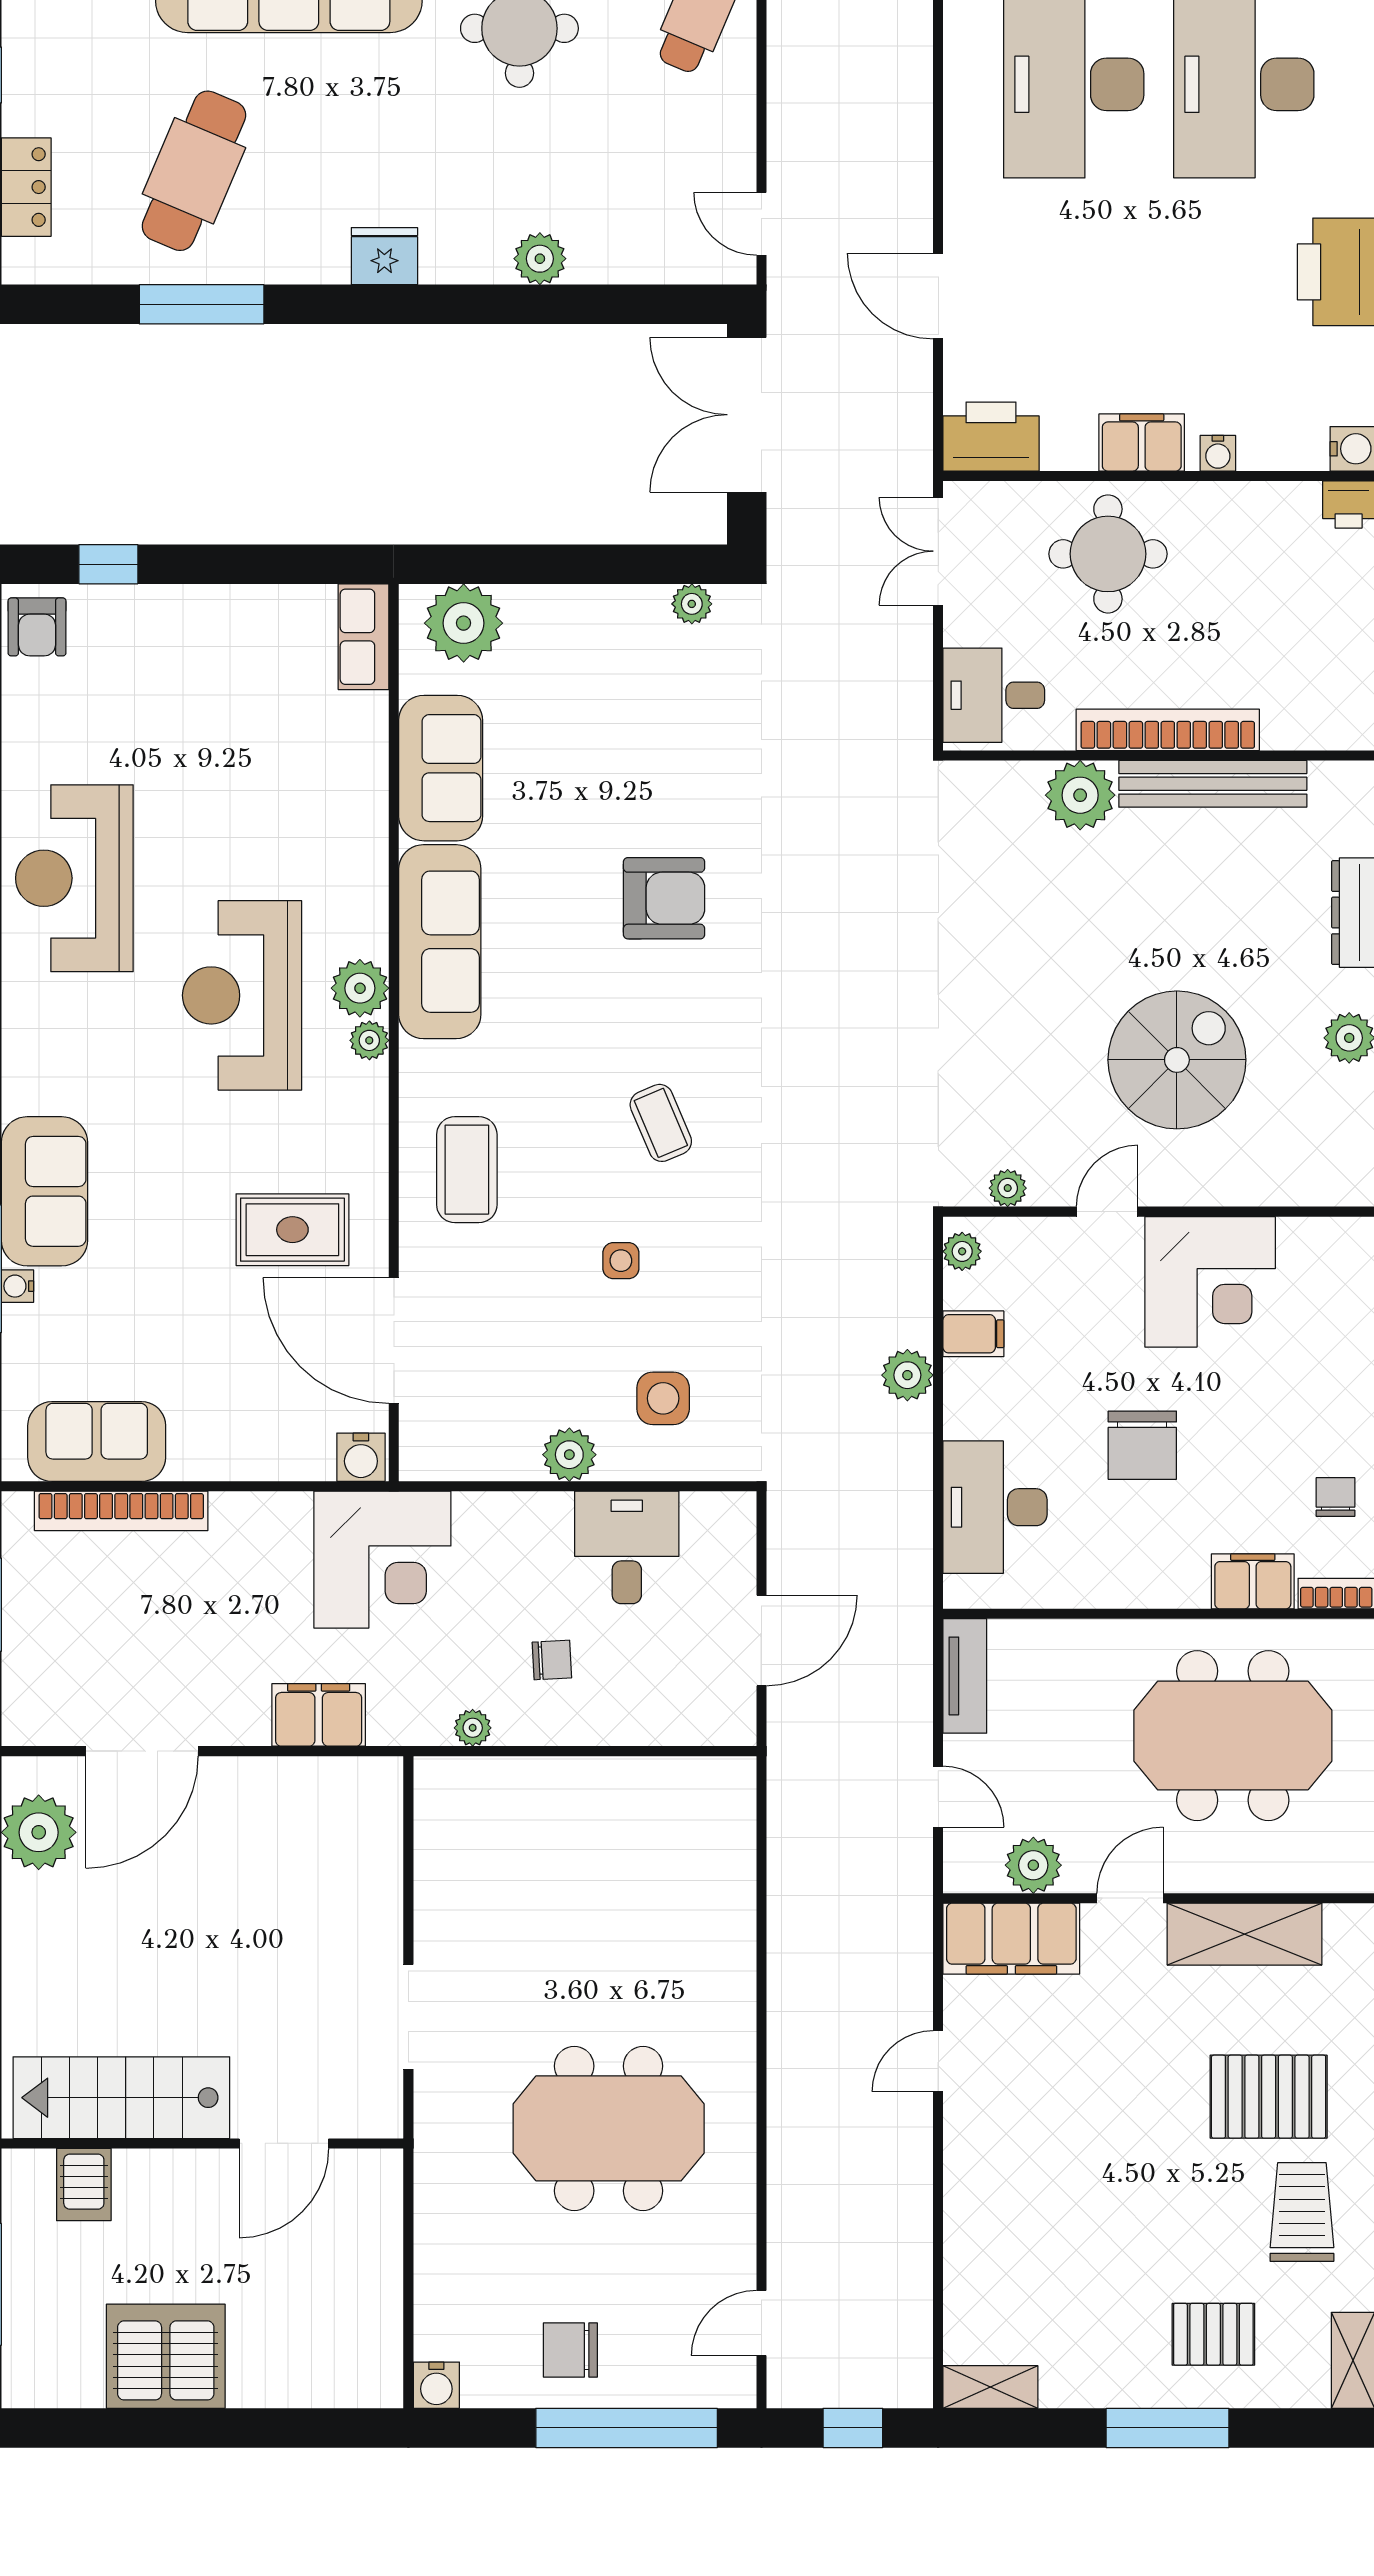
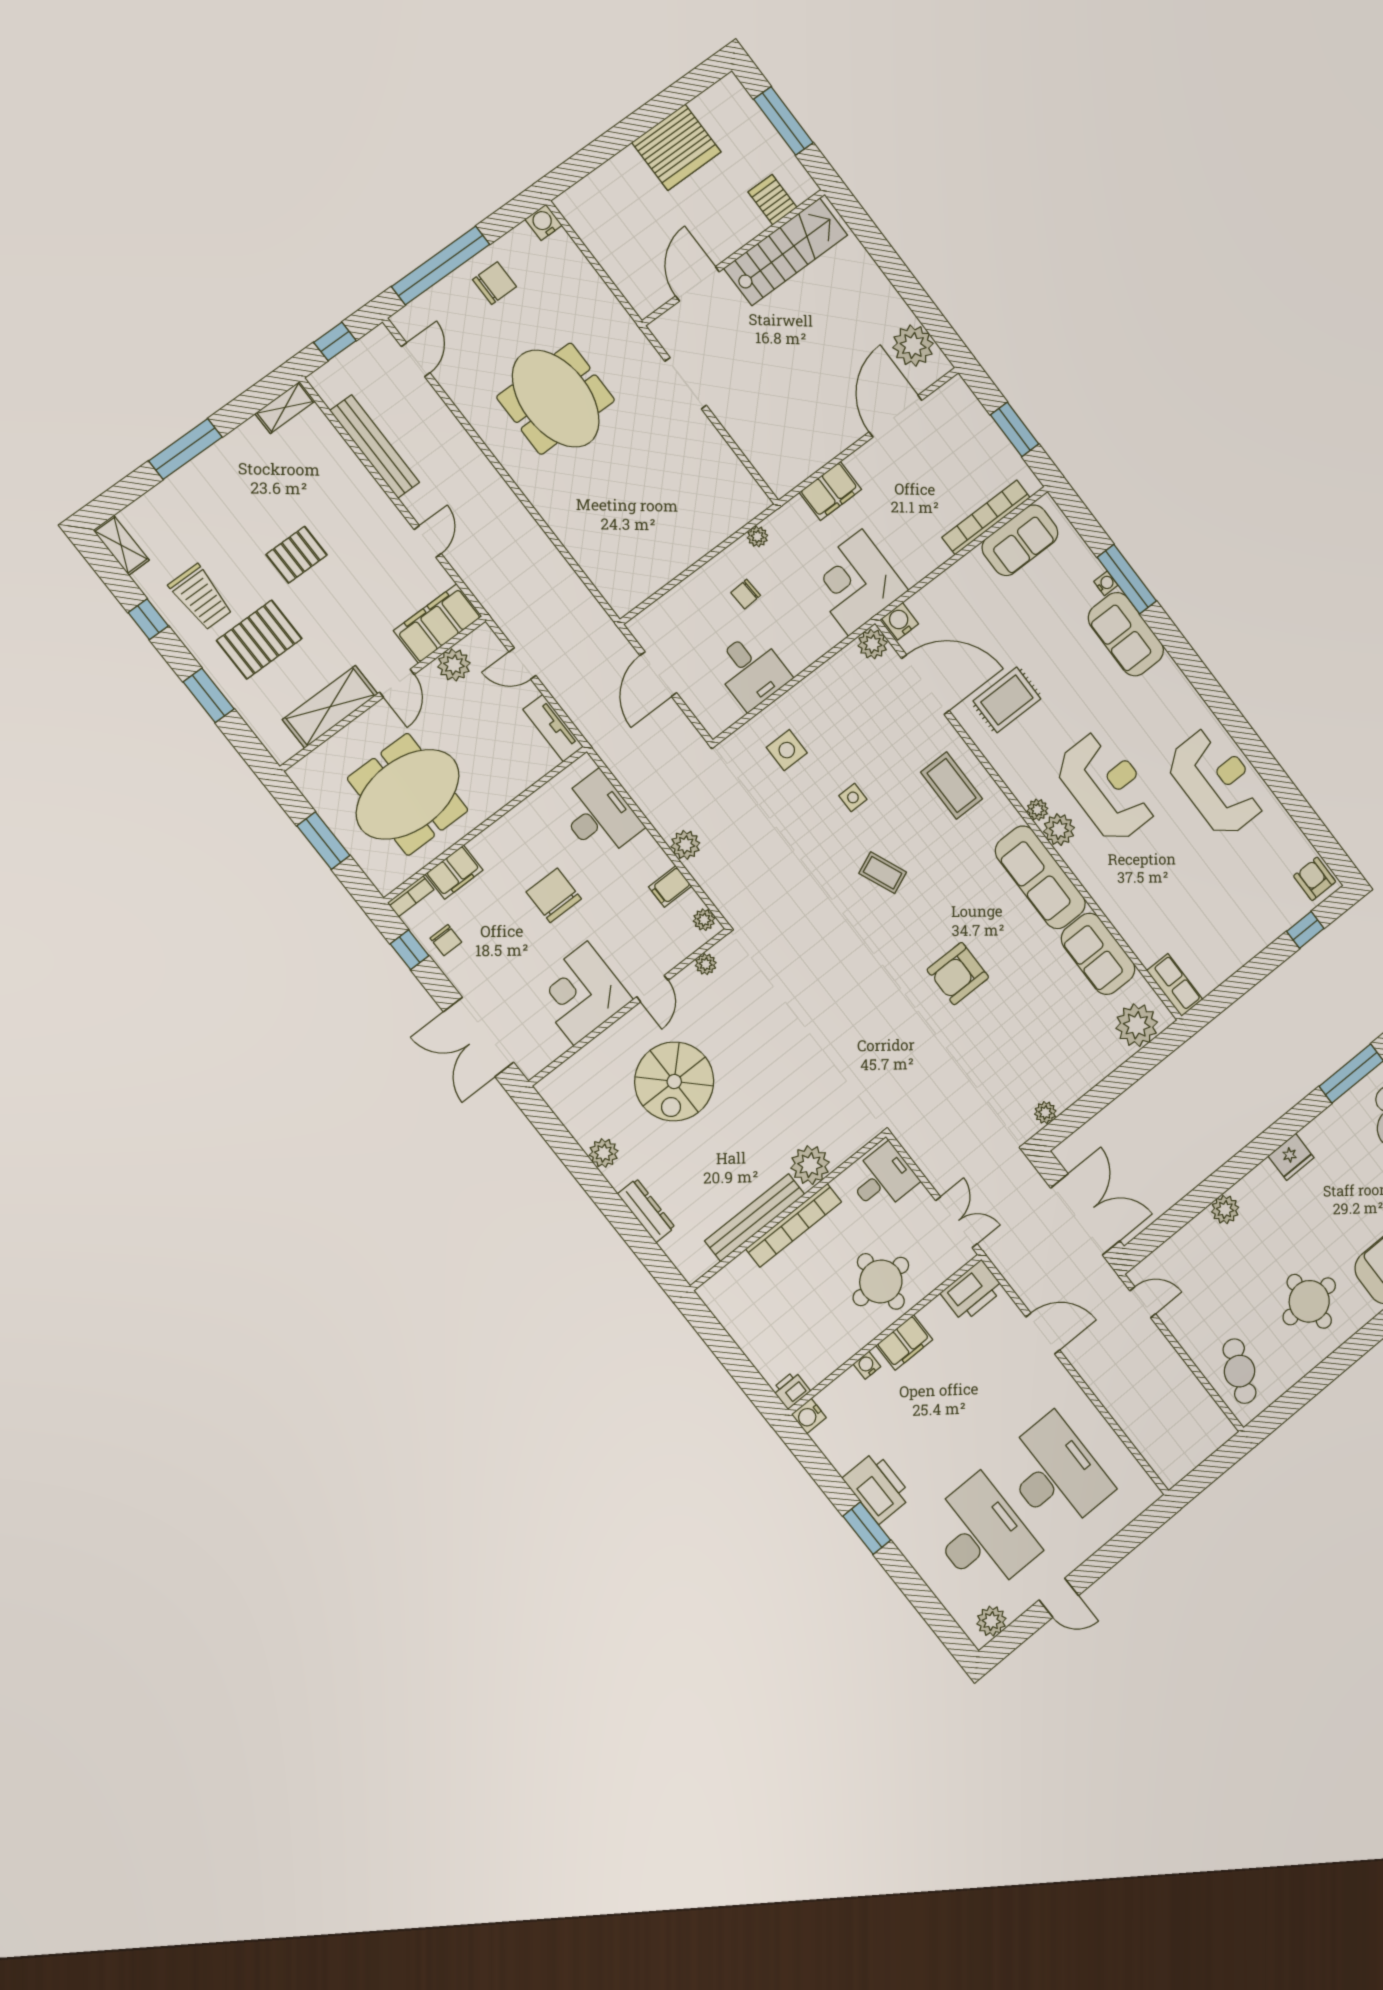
plant: (569, 1455) -> (873, 644), moved
meeting table: (609, 2128) -> (556, 399), turned 90
bench: (910, 2245) -> (375, 446), added
pallet: (1213, 2334) -> (297, 555), moved

